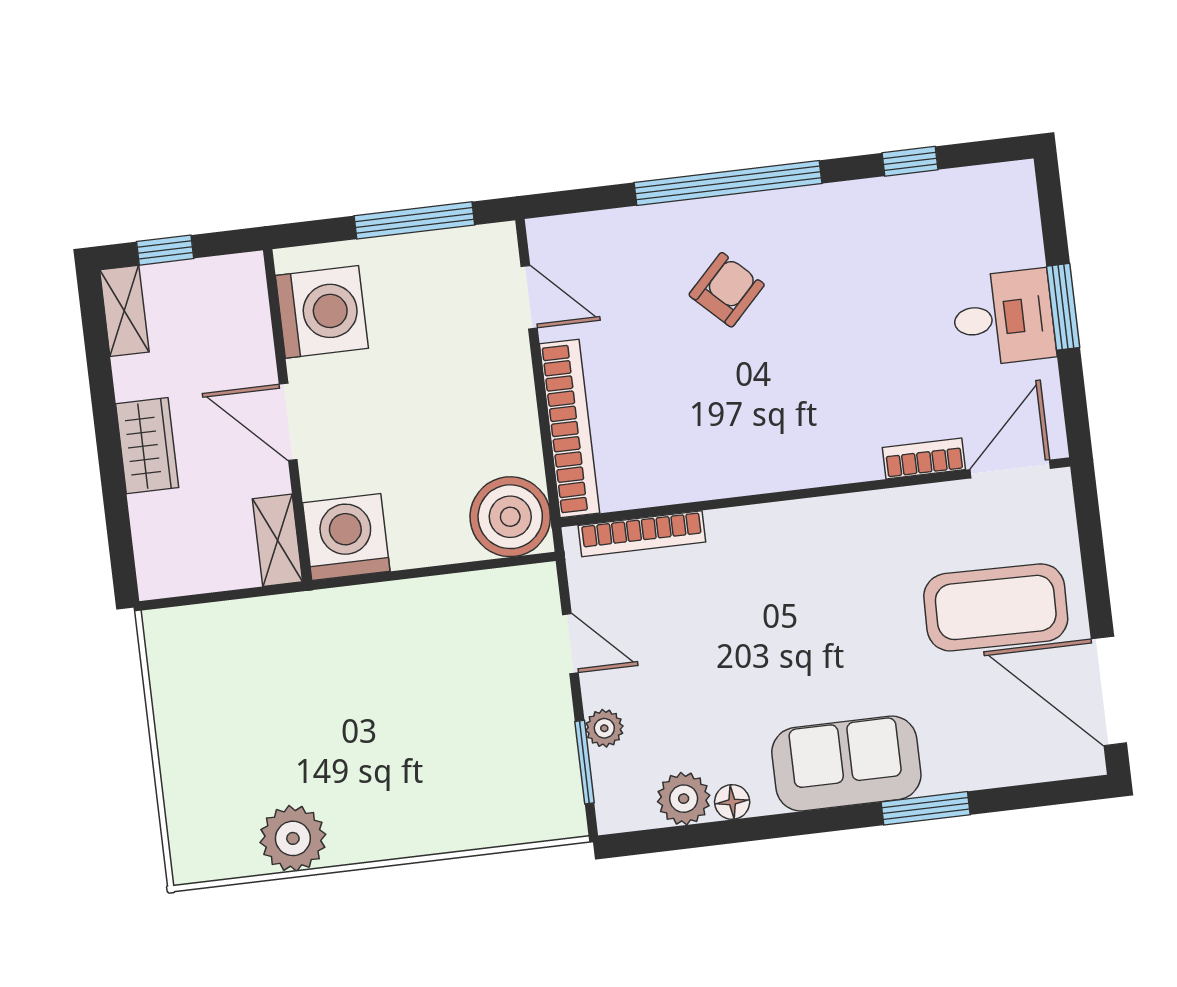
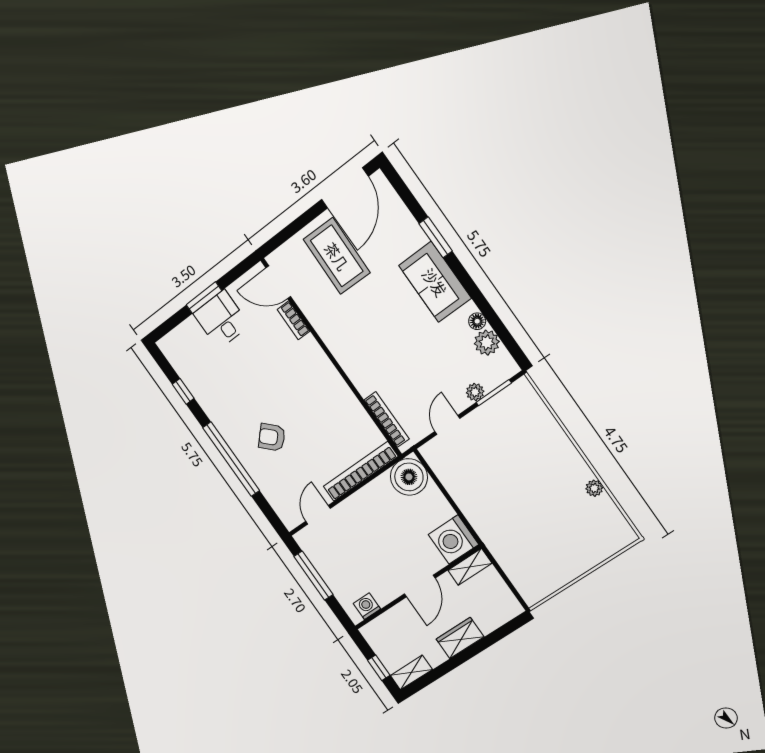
washing machine: (322, 312) -> (367, 606), width x0.53, depth x0.53
plant: (293, 838) -> (594, 488), width x0.53, depth x0.53

